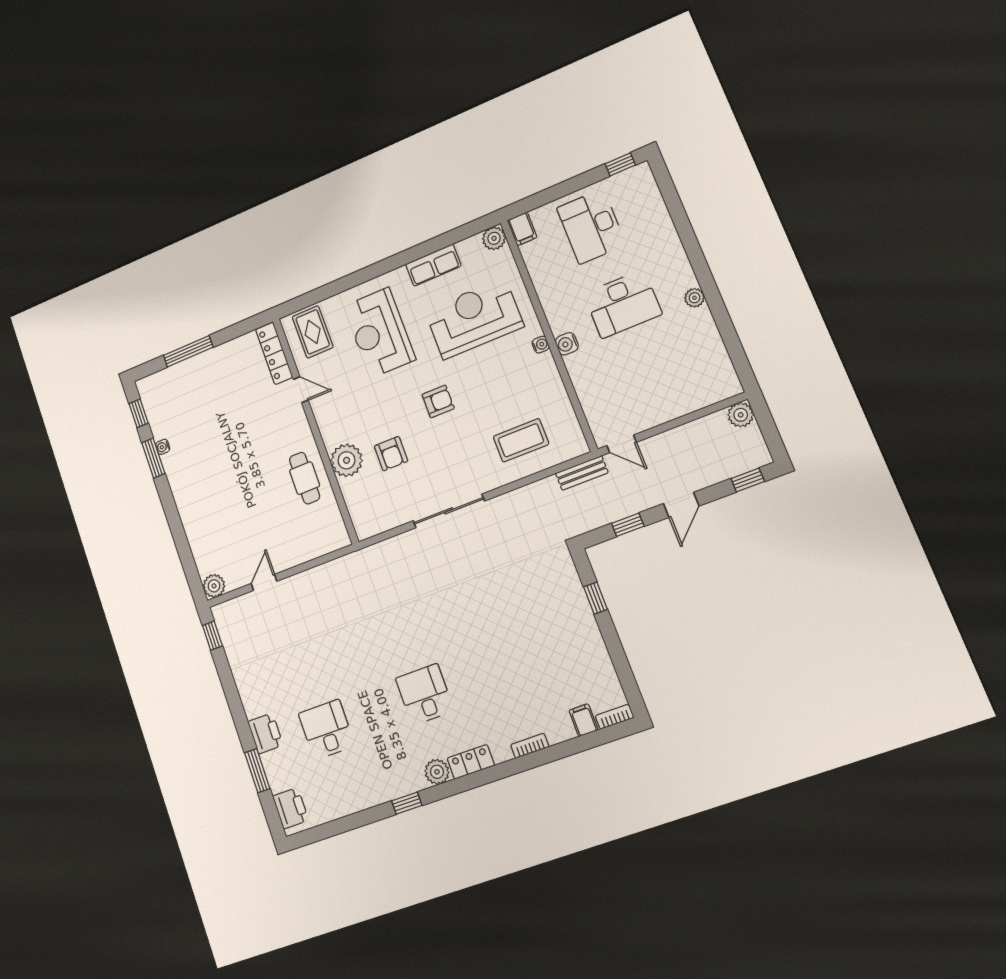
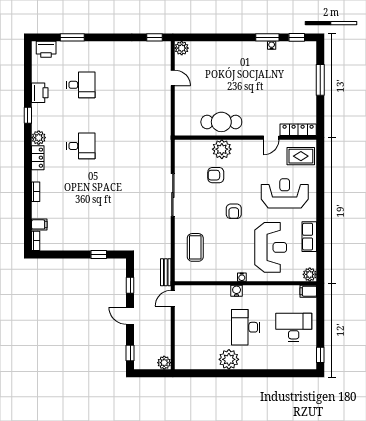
plant: (694, 298) -> (229, 359), width x1.87, depth x1.87
cafe table: (305, 478) -> (221, 122), width x1.37, depth x1.35
printer: (266, 733) -> (40, 93), moved, turned -90

